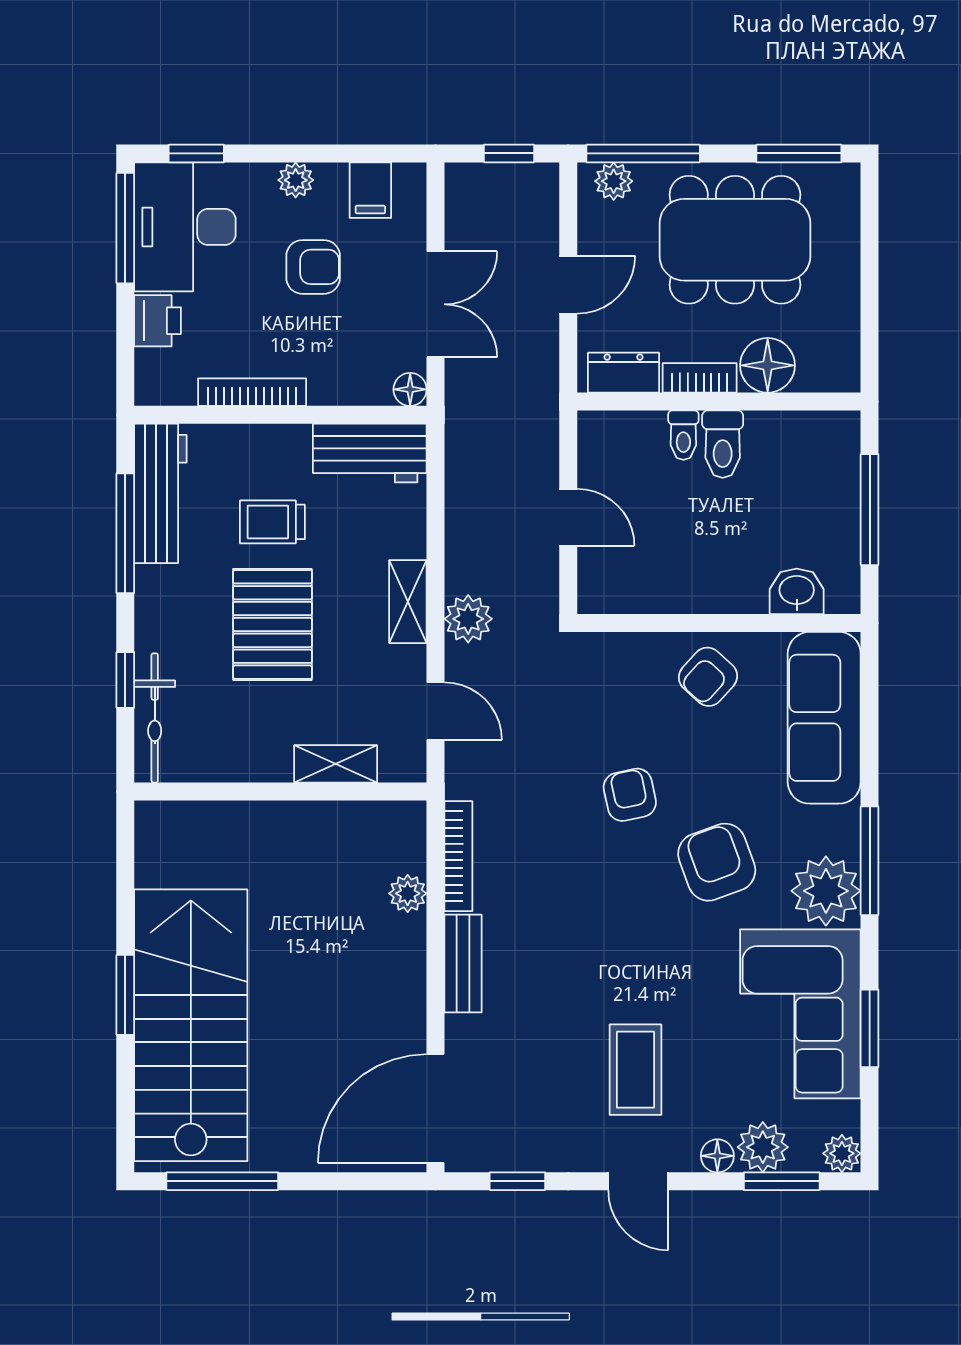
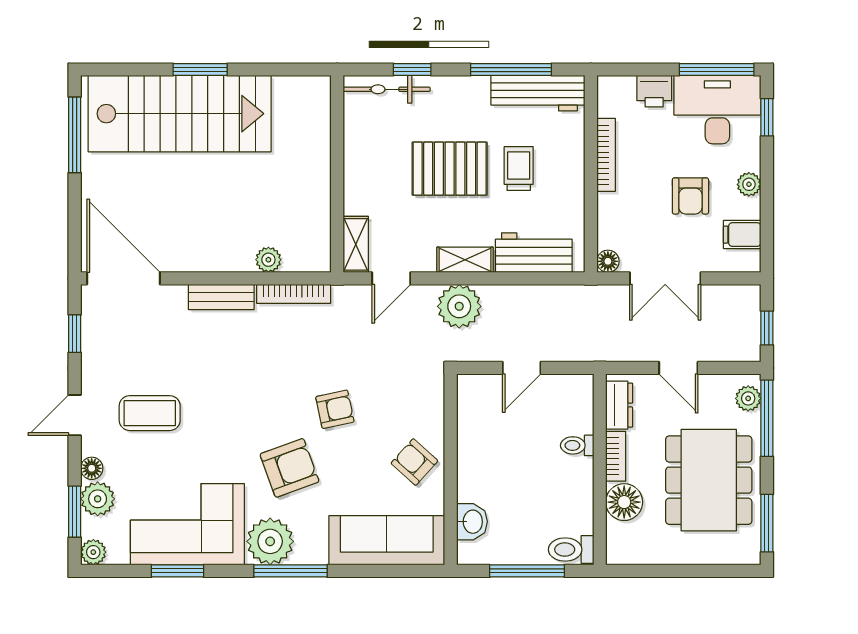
toilet: (723, 444) -> (571, 550), moved
workbench: (370, 453) -> (534, 253), moved, turned 90
plant: (468, 619) -> (459, 306), width x1.36, depth x1.36
shelving: (336, 764) -> (356, 244), moved

